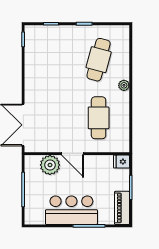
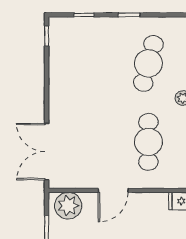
door: (72, 154) -> (113, 190), hinge flipped
plant: (50, 165) -> (68, 206), moved

